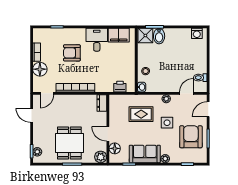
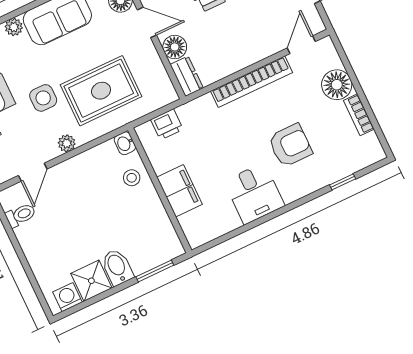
filing cabinet: (119, 35) -> (179, 191), moved, turned 90
shower: (145, 35) -> (91, 281), moved
bidet: (159, 36) -> (117, 267), moved
rug: (141, 114) -> (101, 91), width x1.36, depth x1.43
floor lamp: (101, 118) -> (175, 47), added

